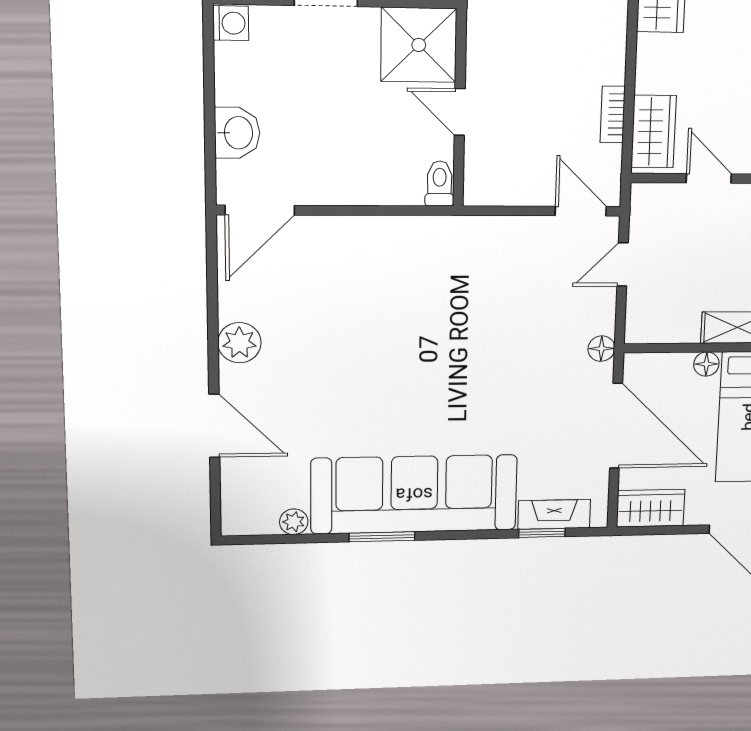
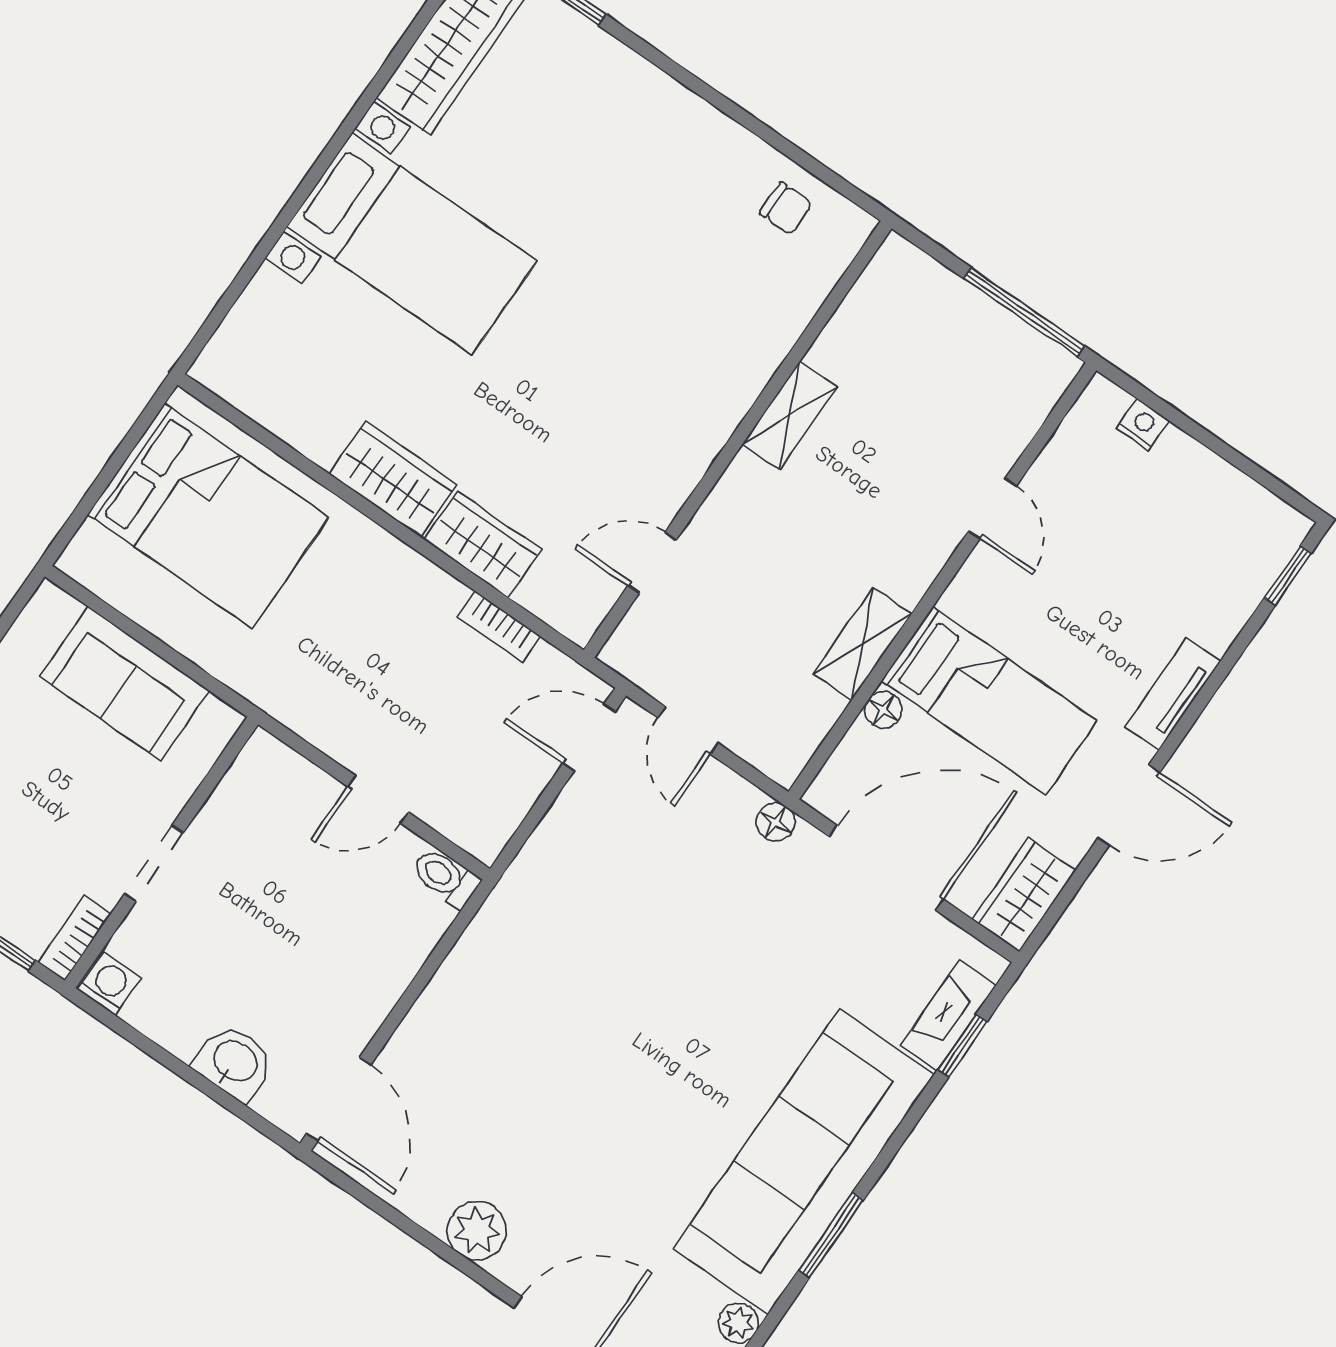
shower: (419, 45) -> (271, 794), removed
wardrobe: (654, 132) -> (483, 544), moved

